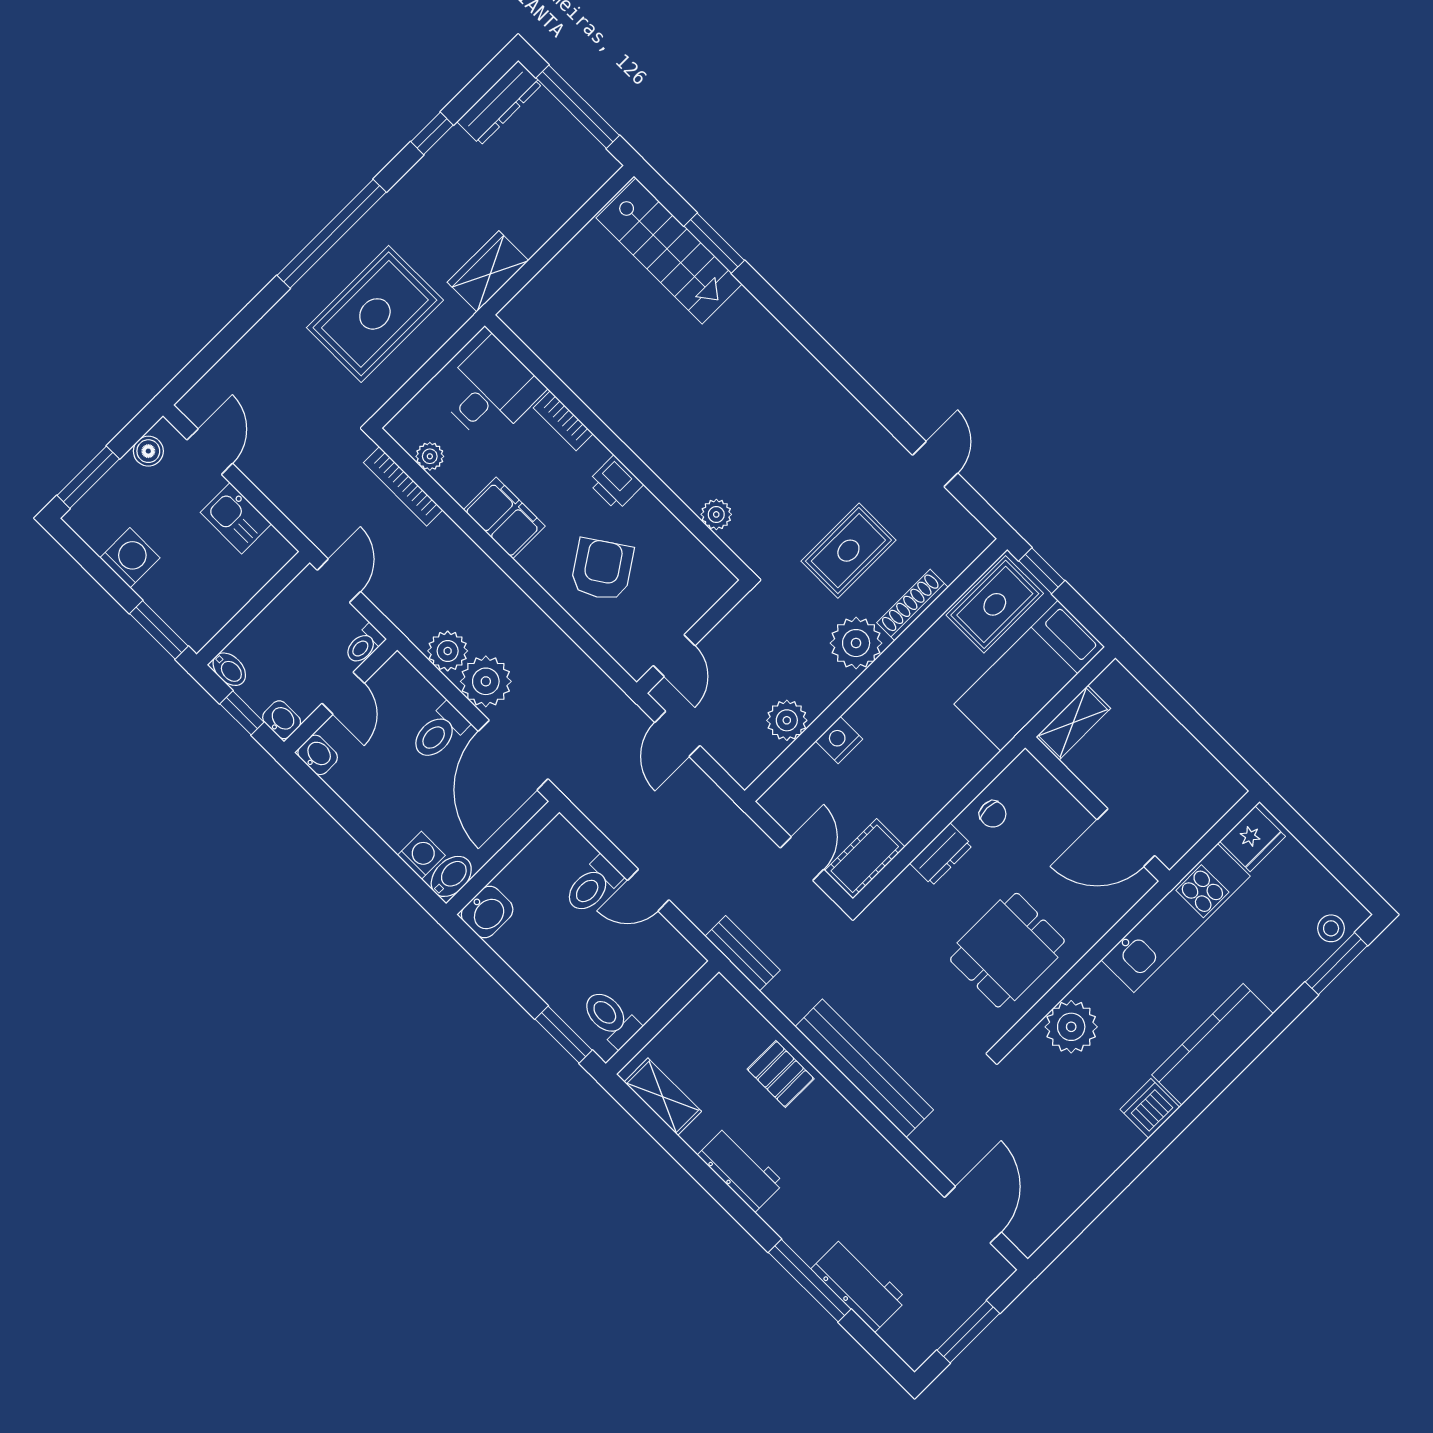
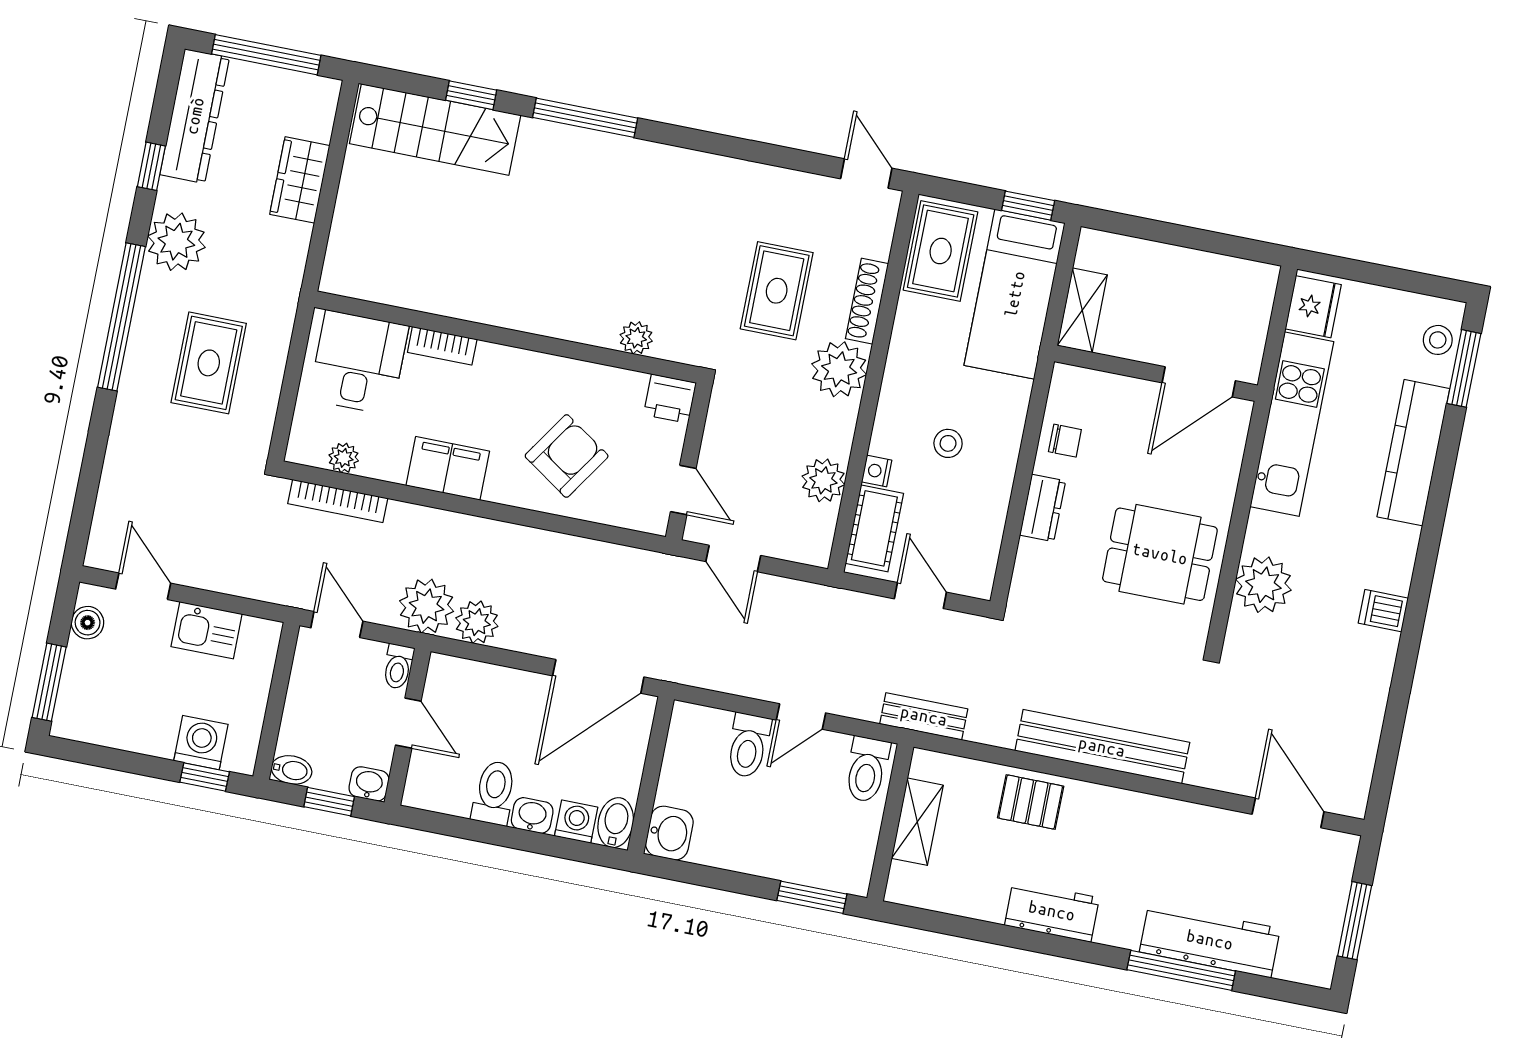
dresser: (499, 103) -> (195, 116), width x1.37, depth x1.24
plant: (413, 204) -> (176, 242), added
window: (714, 243) -> (471, 95), width x0.67
wardrobe: (488, 271) -> (300, 180), moved
rug: (375, 314) -> (209, 363), width x0.73, depth x0.70
window: (790, 319) -> (585, 118), added
door: (935, 464) -> (866, 173), moved
printer: (615, 483) -> (670, 399), moved
washing machine: (130, 558) -> (201, 743), moved
armchair: (602, 569) -> (567, 456), turned 68
window: (1042, 571) -> (1028, 206), moved
window: (159, 630) -> (205, 777), width x0.67
plant: (486, 681) -> (427, 606), moved
toilet: (439, 732) -> (494, 793), moved, turned 180
nightstand: (839, 740) -> (877, 471), width x0.72, depth x0.74
washbasin: (318, 755) -> (532, 815), moved
door: (513, 755) -> (598, 676), hinge flipped
stool: (902, 756) -> (948, 443), added
cot: (865, 859) -> (874, 528), moved
dining table: (1007, 950) -> (1160, 554), turned 90
toilet: (611, 1018) -> (867, 769), moved, turned -90
kitchen counter: (1213, 1044) -> (1413, 453), moved
shelving: (663, 1097) -> (917, 822), moved, turned 90
dishwasher: (1150, 1108) -> (1383, 611), width x0.73
workbench: (859, 1284) -> (1210, 940), width x1.38

